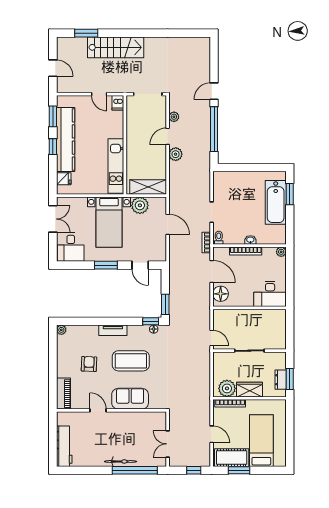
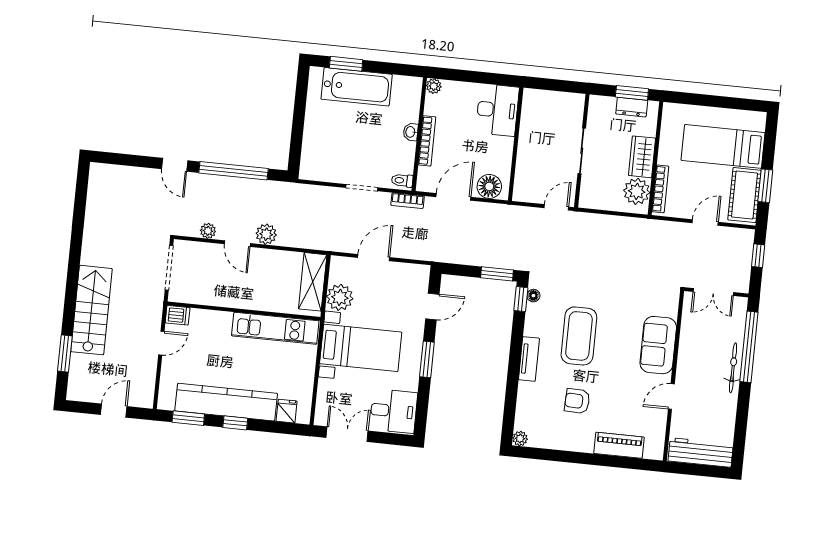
sofa: (130, 399) -> (658, 345), moved
door: (98, 410) -> (671, 396), moved
wall: (111, 410) -> (673, 376), moved

